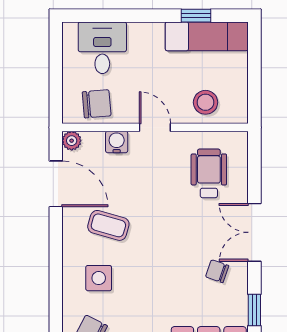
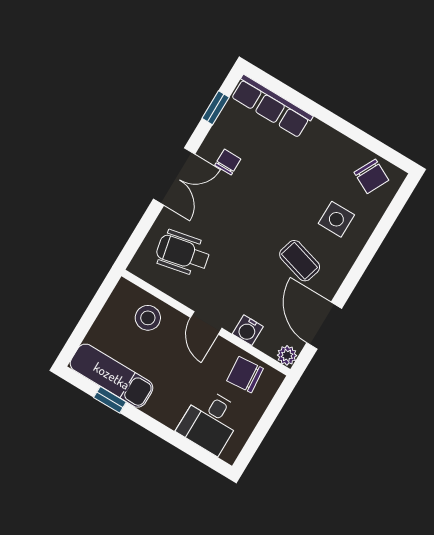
wheelchair: (209, 173) -> (183, 253), turned 78
chair: (217, 271) -> (228, 162), turned -109

